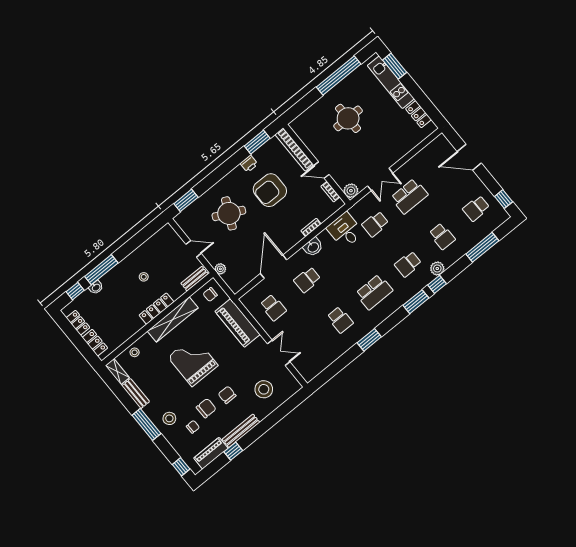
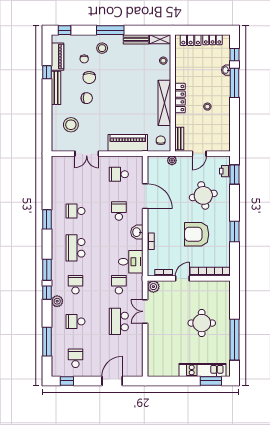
locker: (419, 114) -> (167, 371), removed
window: (257, 142) -> (235, 231), moved
printer: (249, 164) -> (225, 171), moved
armchair: (270, 190) -> (197, 234), turned -90
round table: (229, 213) -> (203, 195), turned -37
grand piano: (193, 361) -> (127, 94), removed

